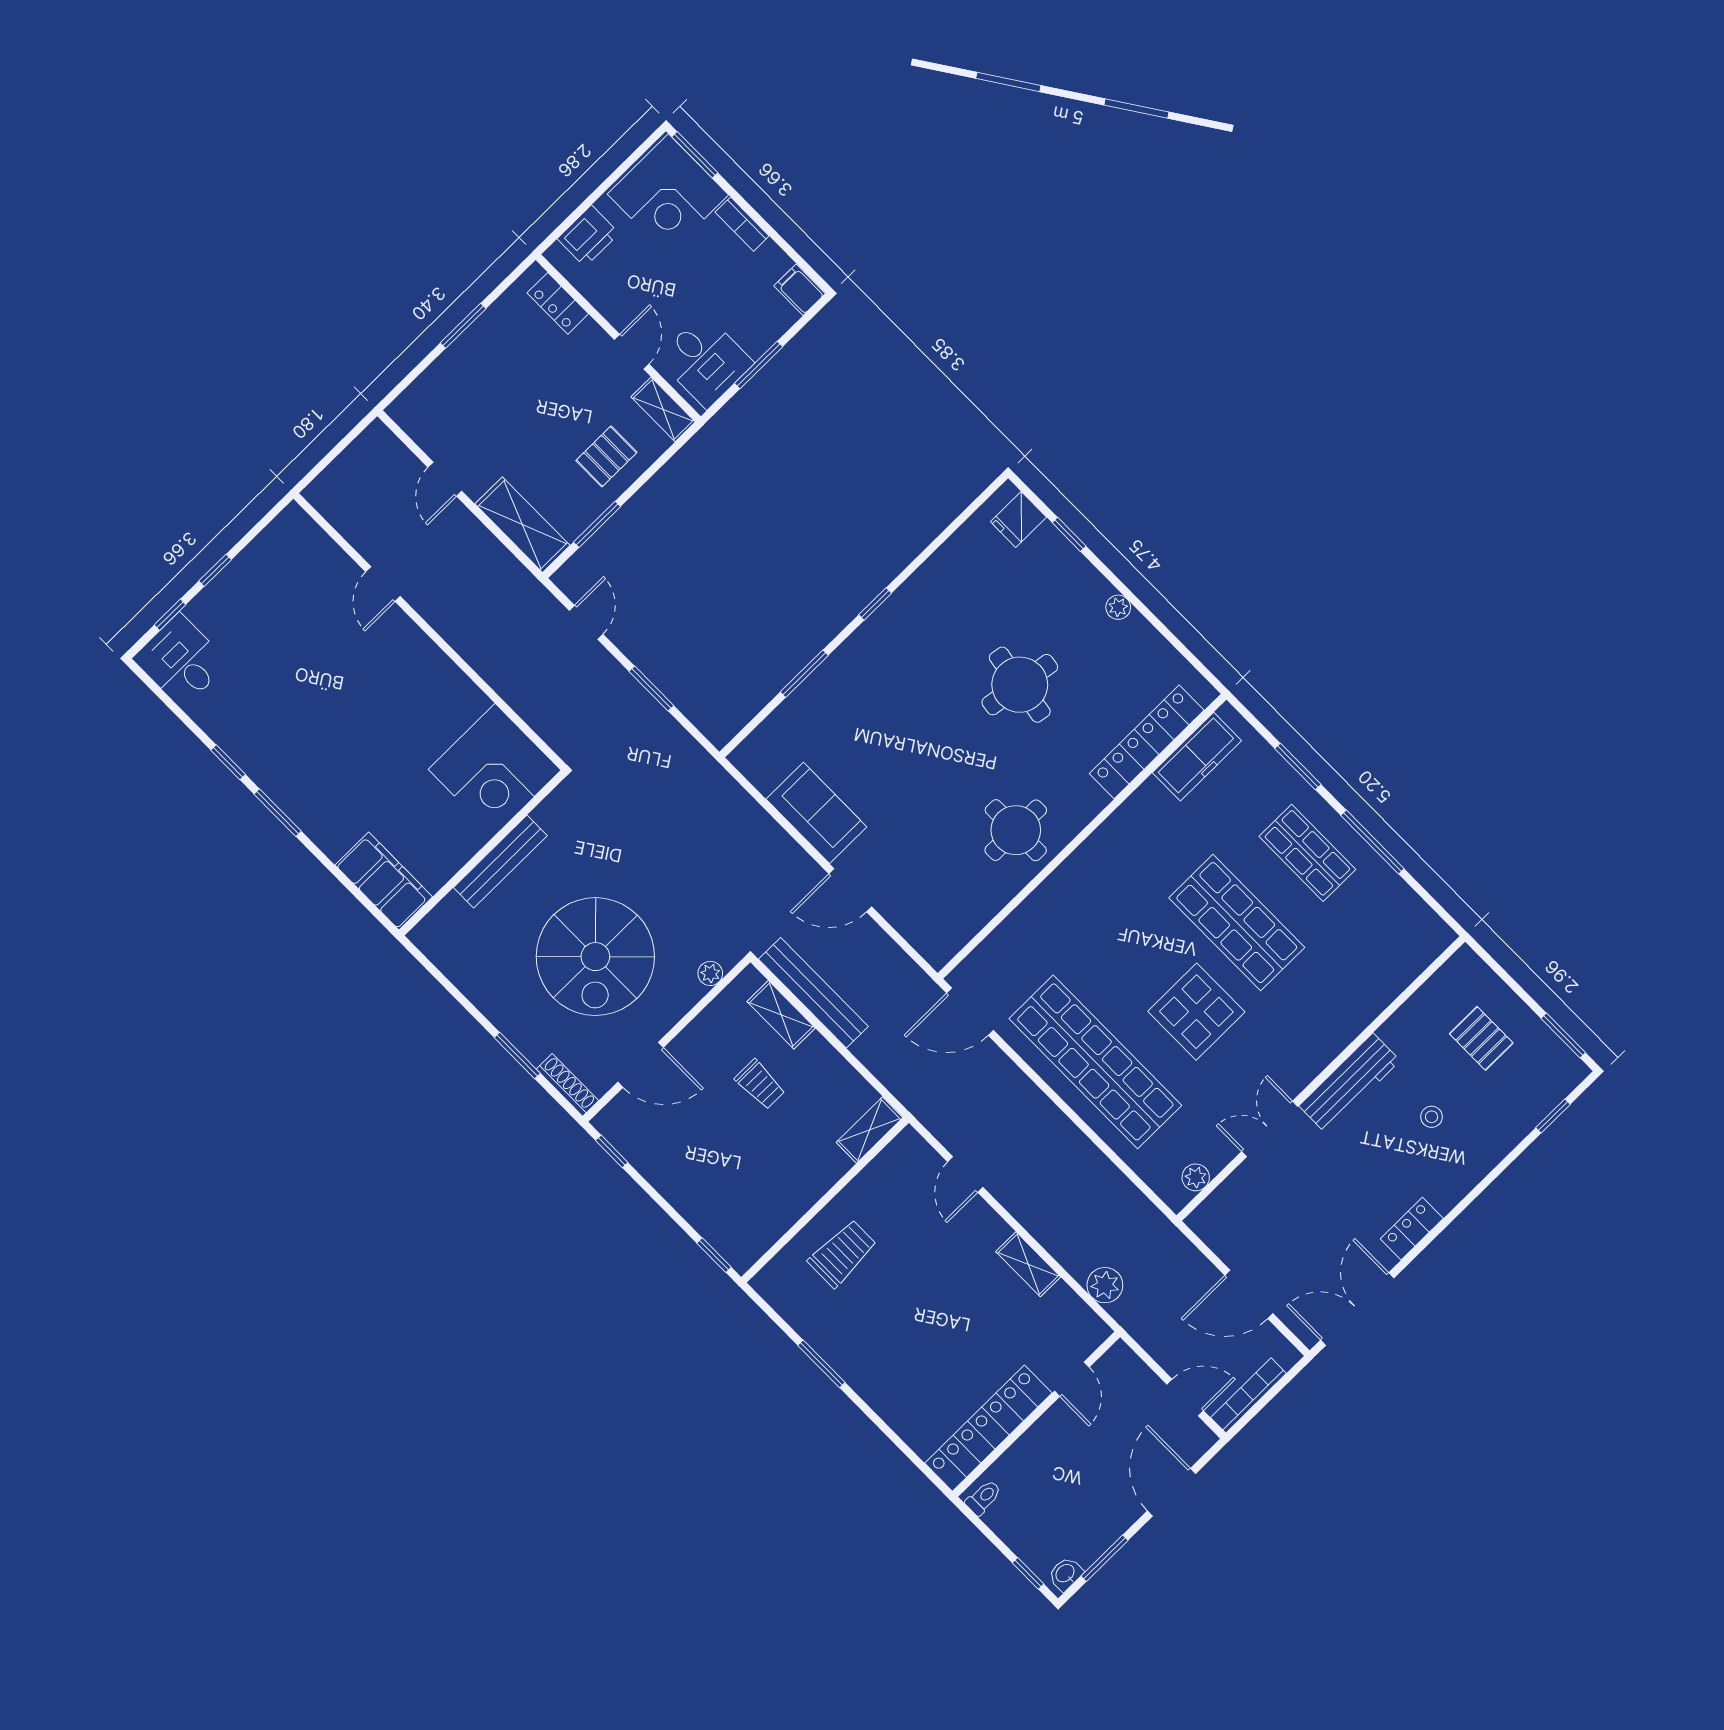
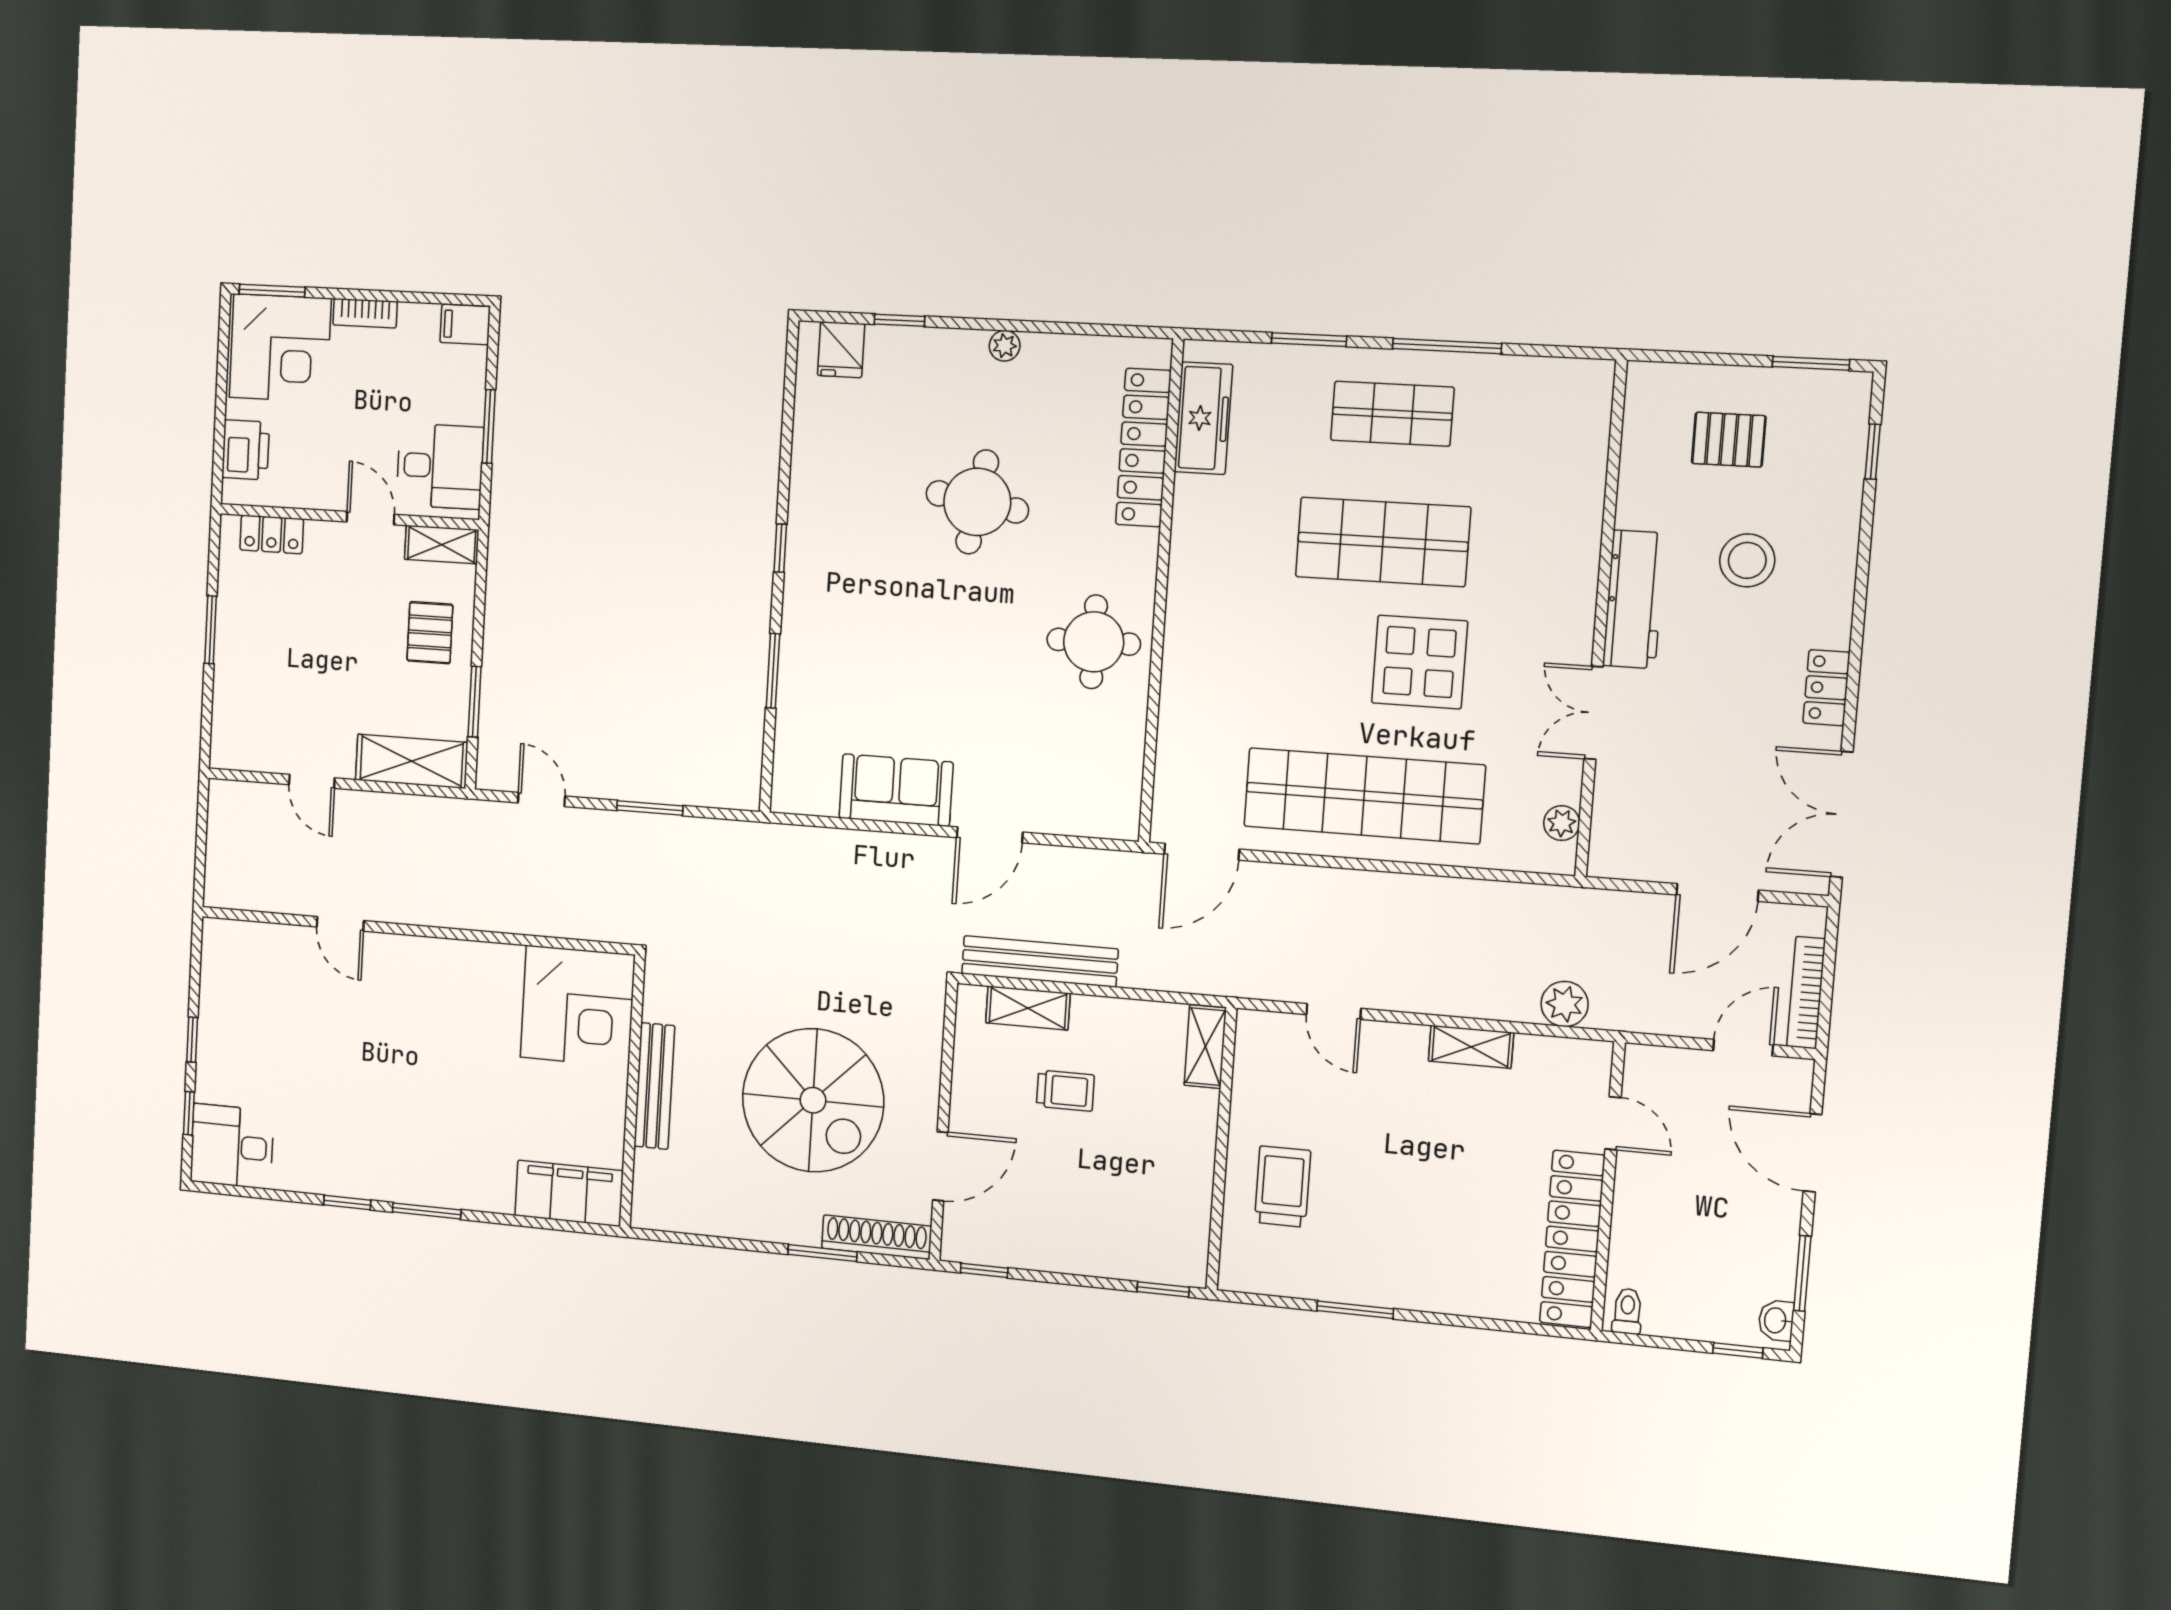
plant: (710, 973) -> (930, 1026), removed
shoe rack: (567, 1085) -> (877, 1237), width x1.36, depth x1.24
stool: (1432, 1117) -> (1747, 560), width x1.89, depth x1.89

